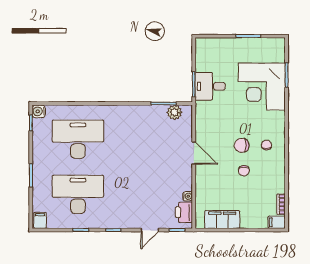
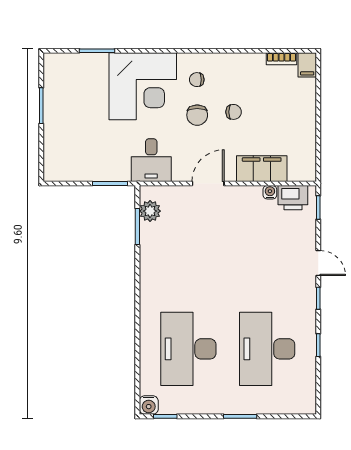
desk: (210, 86) -> (151, 160), moved
corner desk: (262, 87) -> (143, 86), moved
filing cabinet: (40, 220) -> (305, 403), removed
filing cabinet: (222, 220) -> (262, 169), moved, turned 90
door: (150, 230) -> (318, 263), moved

